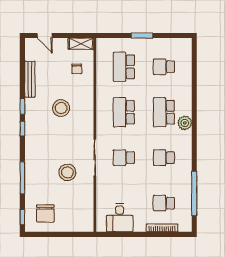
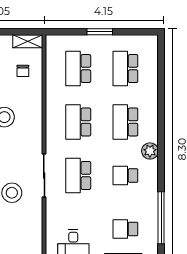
school desk: (164, 67) -> (125, 69), width x1.85
plant: (185, 123) -> (150, 151), moved
school desk: (124, 158) -> (78, 176), width x1.85

